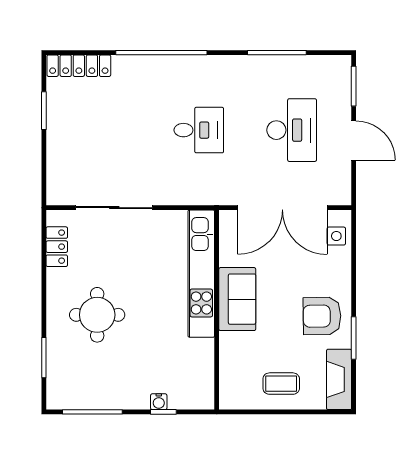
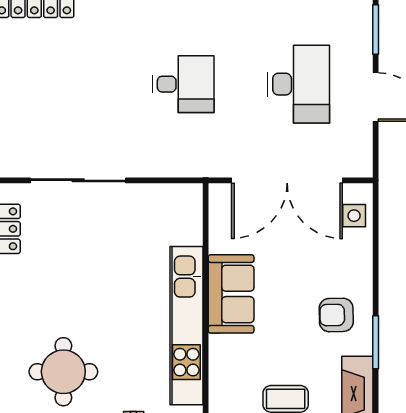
kitchen unit: (201, 274) -> (186, 326), moved
round table: (97, 315) -> (63, 372), moved
armchair: (322, 316) -> (336, 315), width x0.72, depth x0.72

